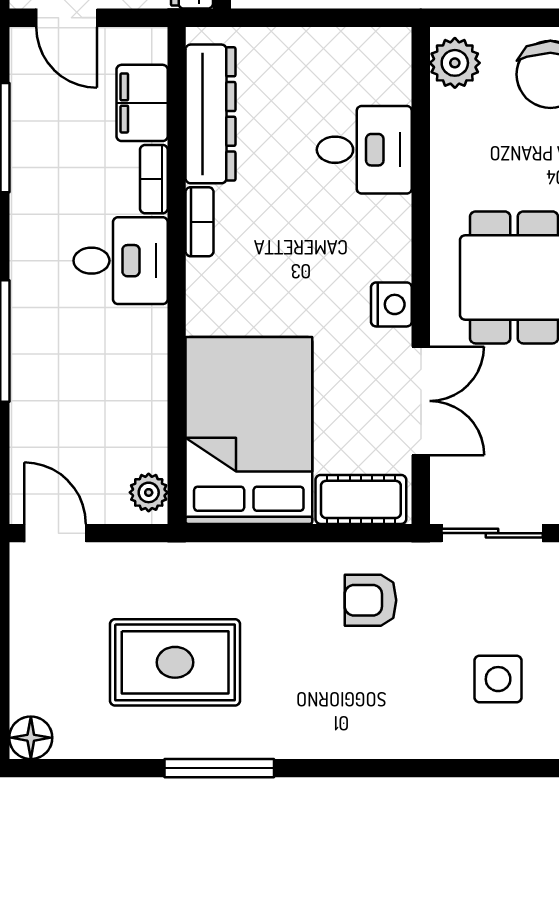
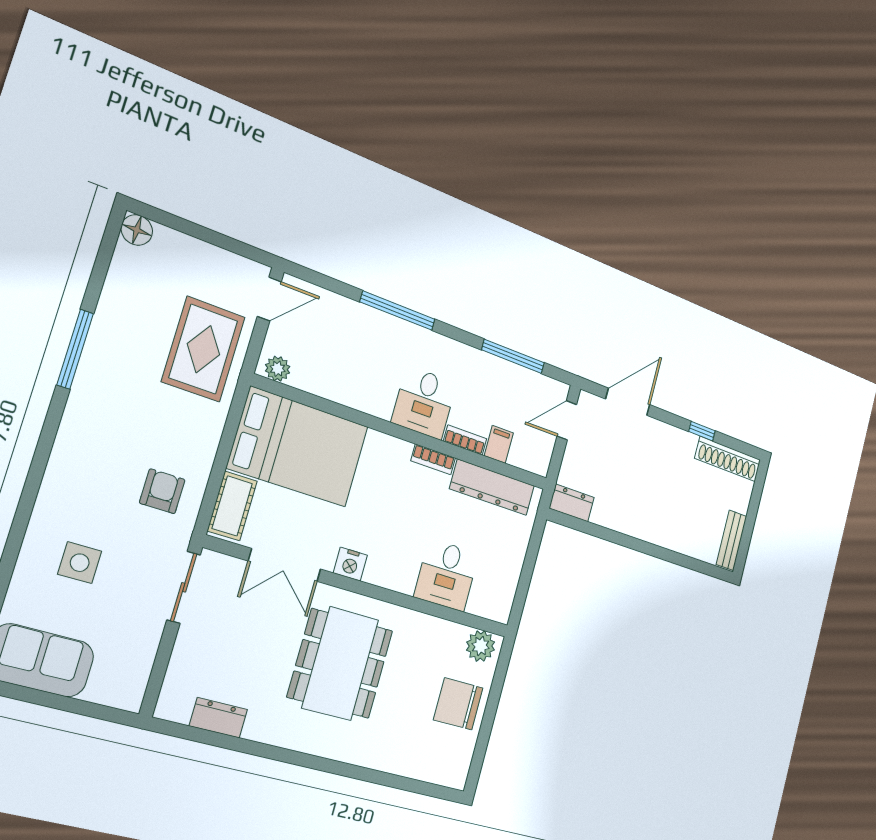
filing cabinet: (142, 103) -> (499, 444), width x0.50
rug: (175, 662) -> (203, 349), moved

